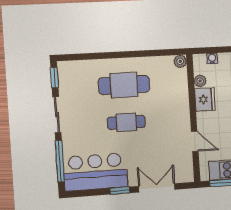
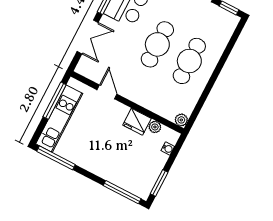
cafe table: (126, 122) -> (157, 44), width x1.37, depth x1.35
door: (195, 141) -> (107, 92), swing flipped

